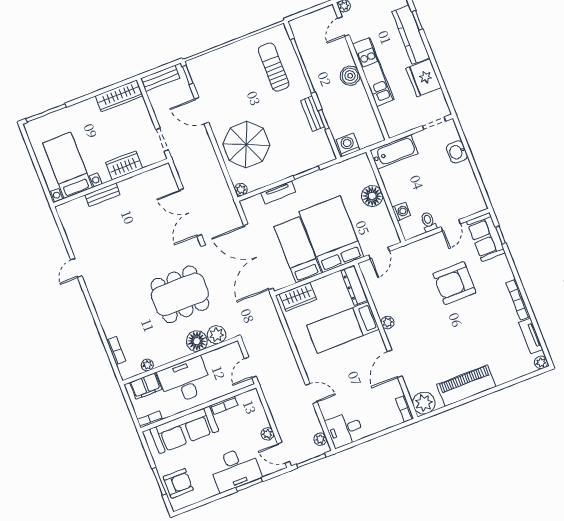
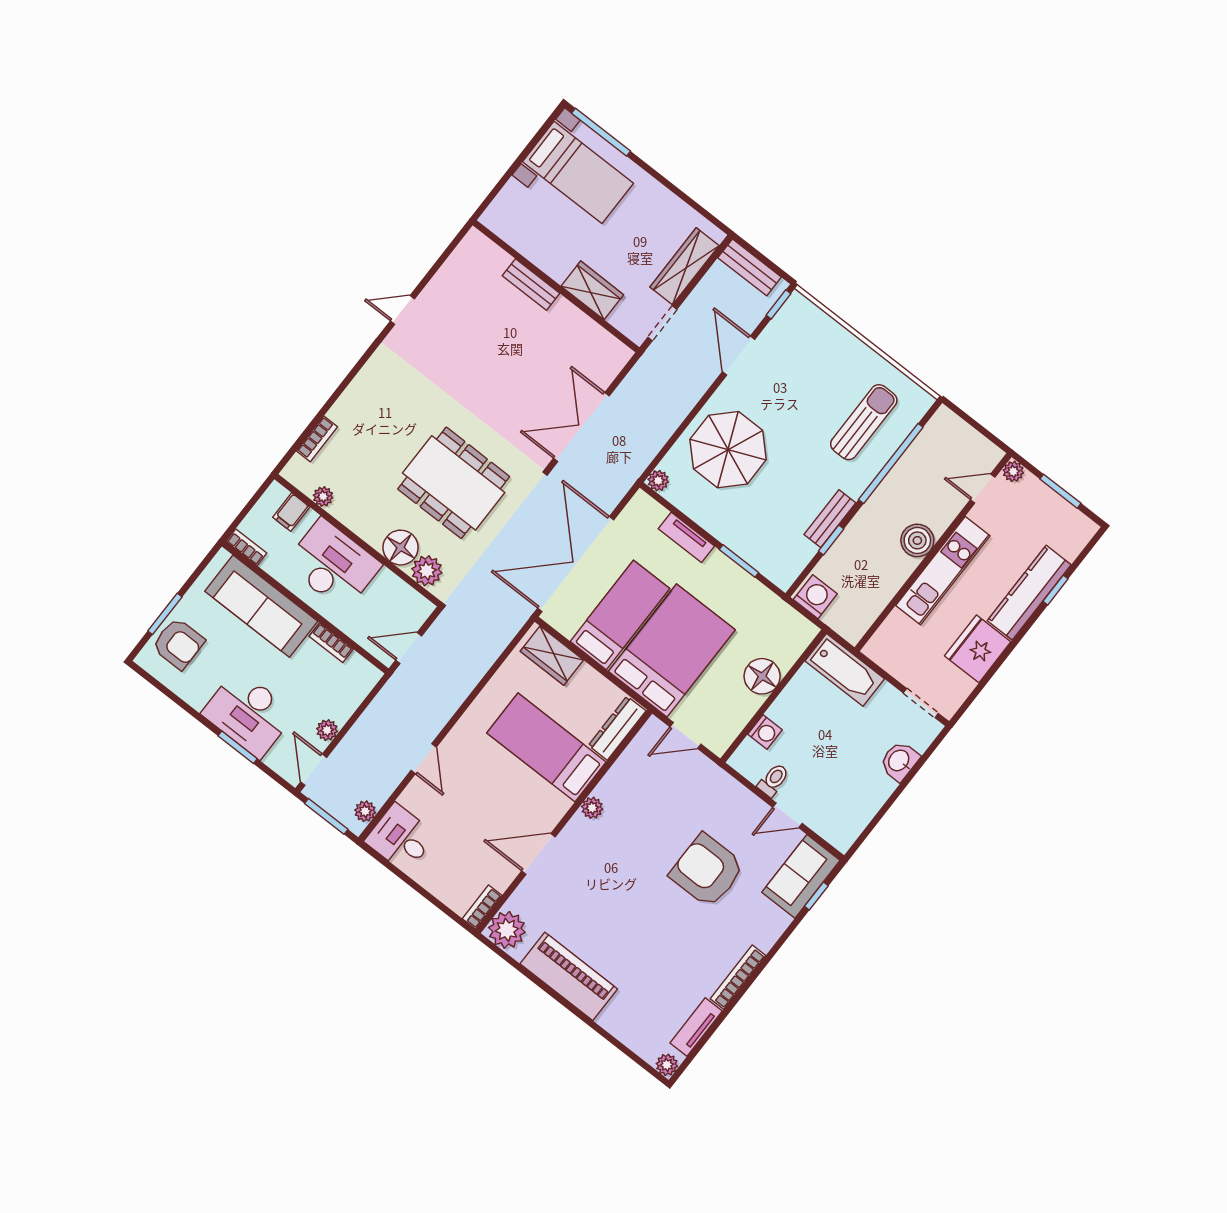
wardrobe: (119, 96) -> (684, 266), moved, turned 90
bed with nightstands: (68, 165) -> (578, 172), moved, turned 90
filing cabinet: (146, 386) -> (291, 512), width x0.50

